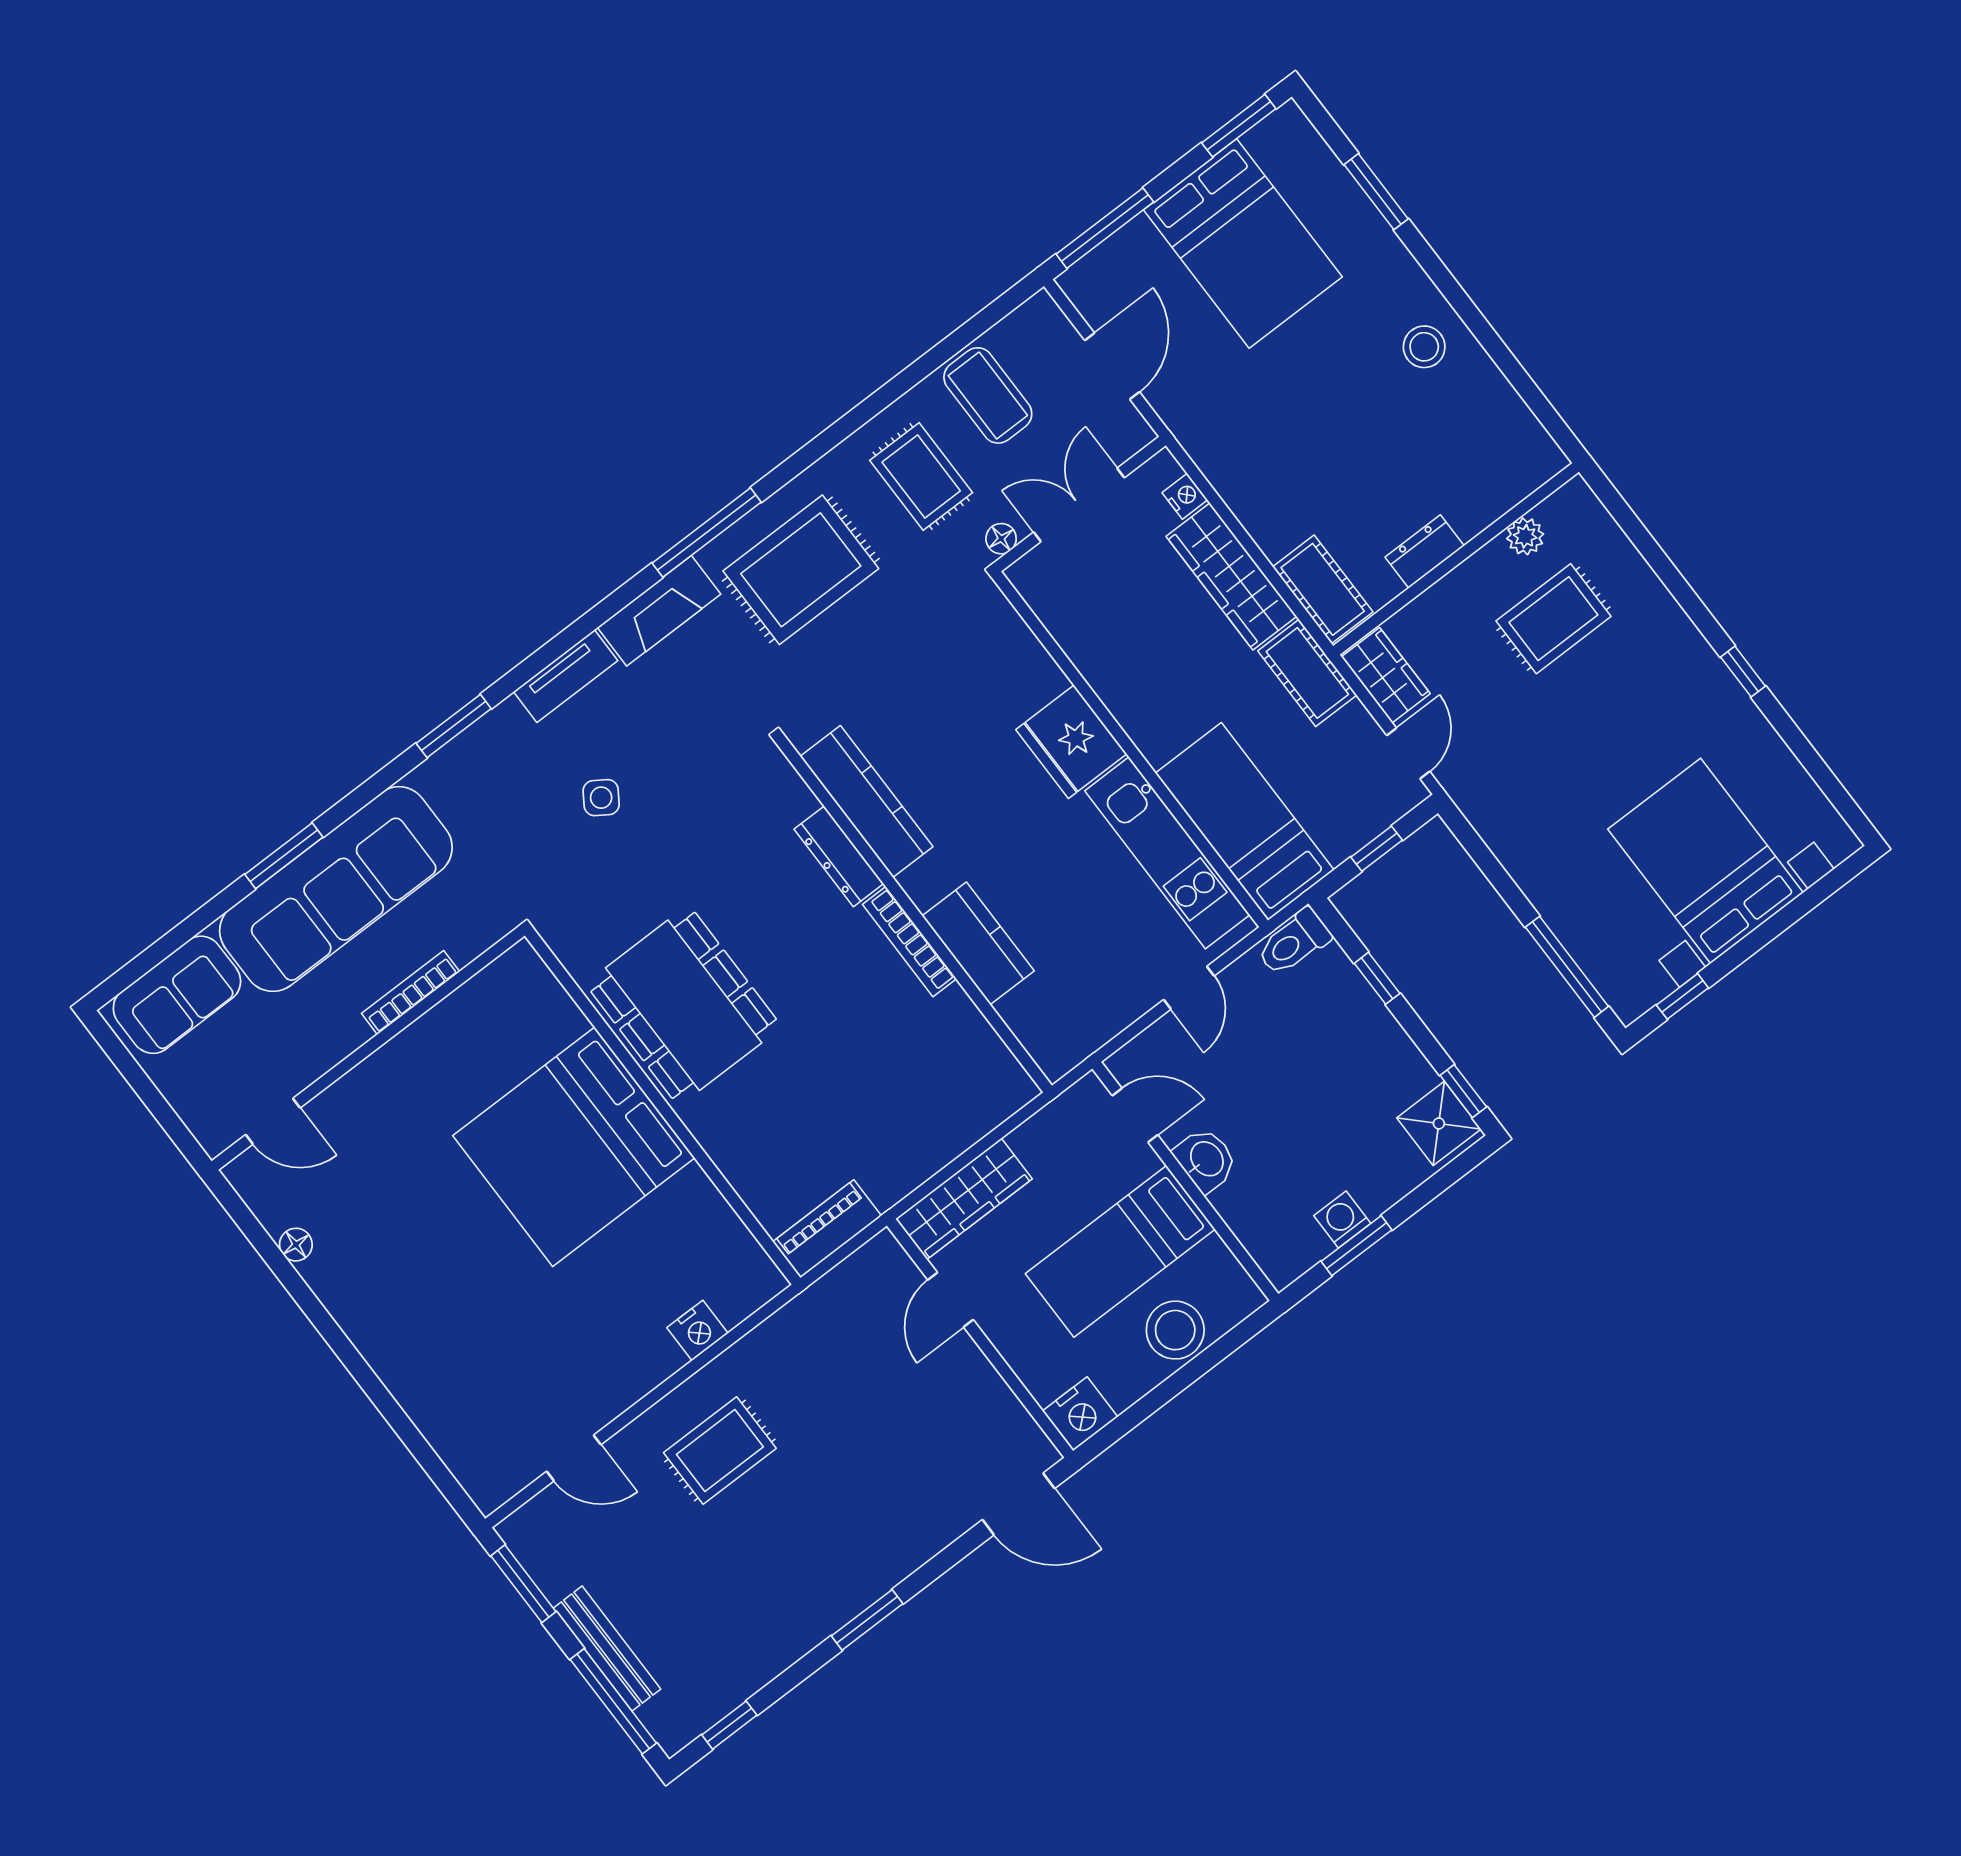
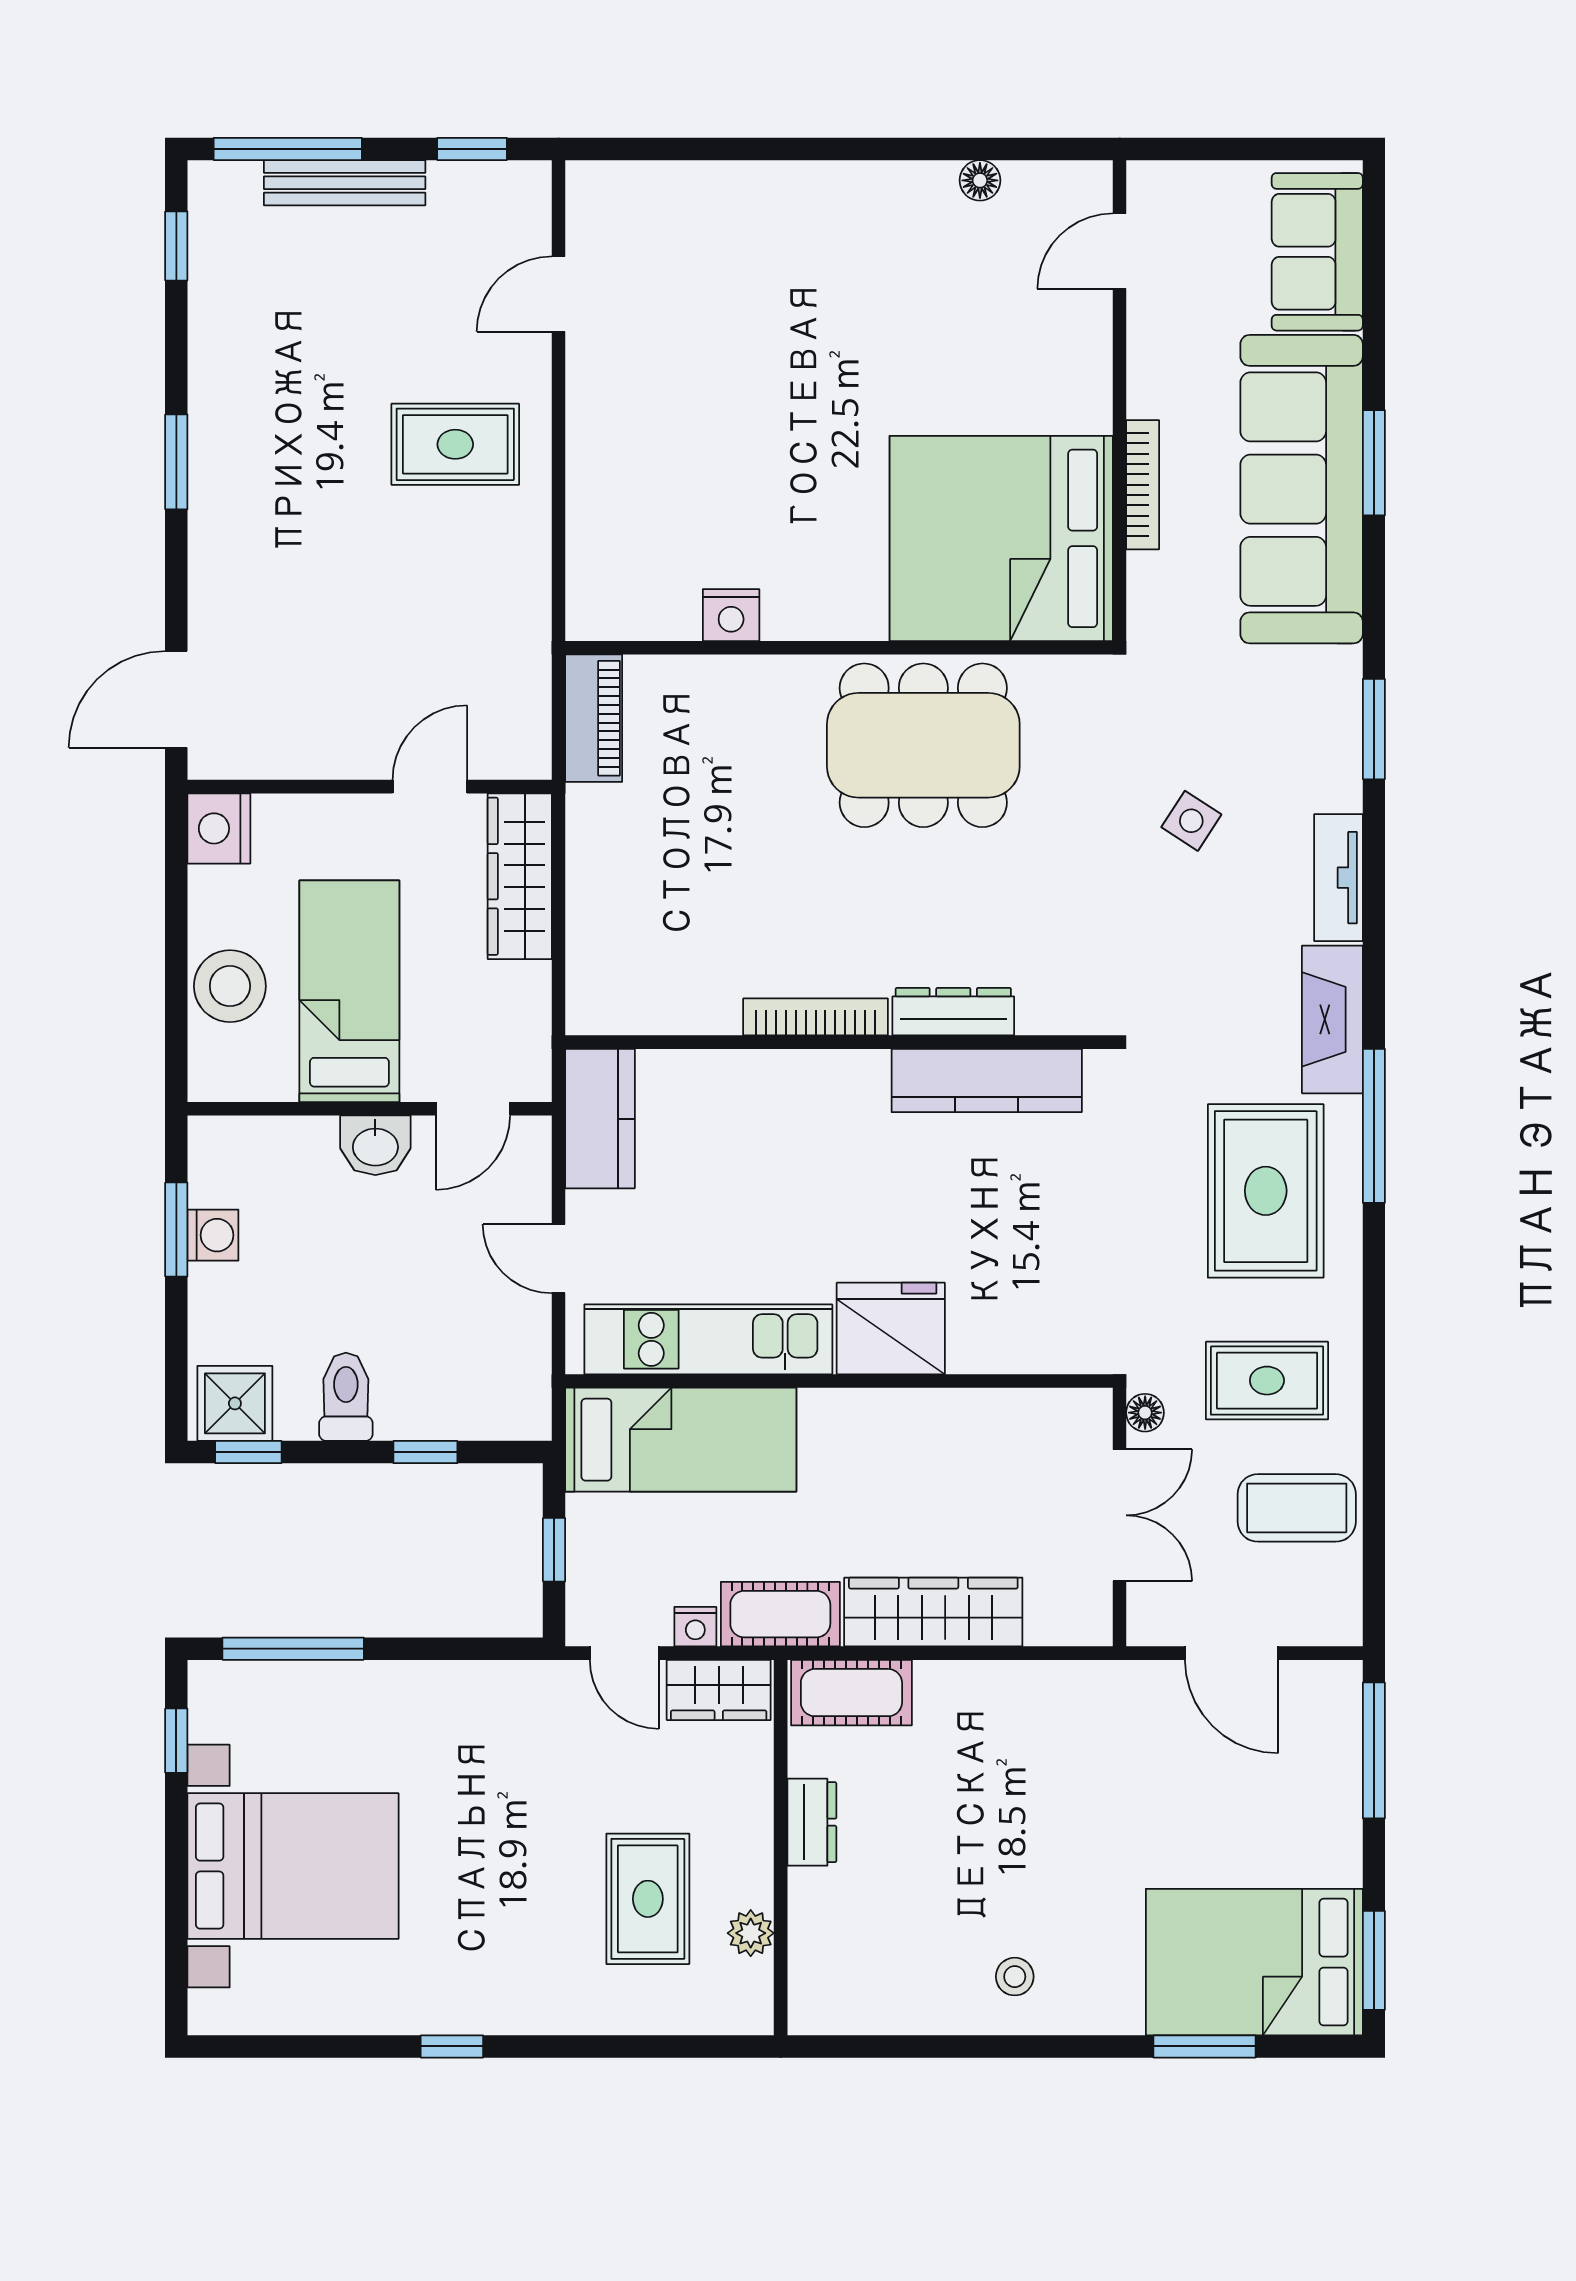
bed: (1243, 243) -> (1254, 1962), moved
stool: (1424, 347) -> (1015, 1977), width x0.73, depth x0.73
nightstand: (1185, 496) -> (695, 1627), moved
toilet: (1294, 942) -> (346, 1397), moved
kitchen counter: (978, 943) -> (600, 1119), moved, turned -90
bed: (574, 1147) -> (1001, 538), moved, turned -90
door: (951, 1300) -> (430, 787), hinge flipped
nightstand: (697, 1330) -> (731, 615), moved, turned -90
rug: (720, 1451) -> (455, 444), turned 90
window: (523, 1584) -> (472, 149), width x0.67

